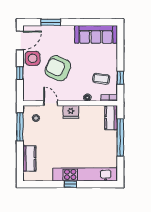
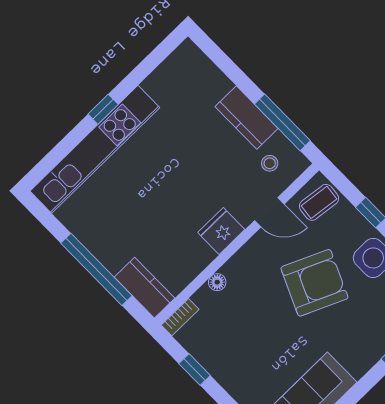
coffee table: (101, 79) -> (319, 202), moved
kitchen counter: (29, 159) -> (247, 117), moved

